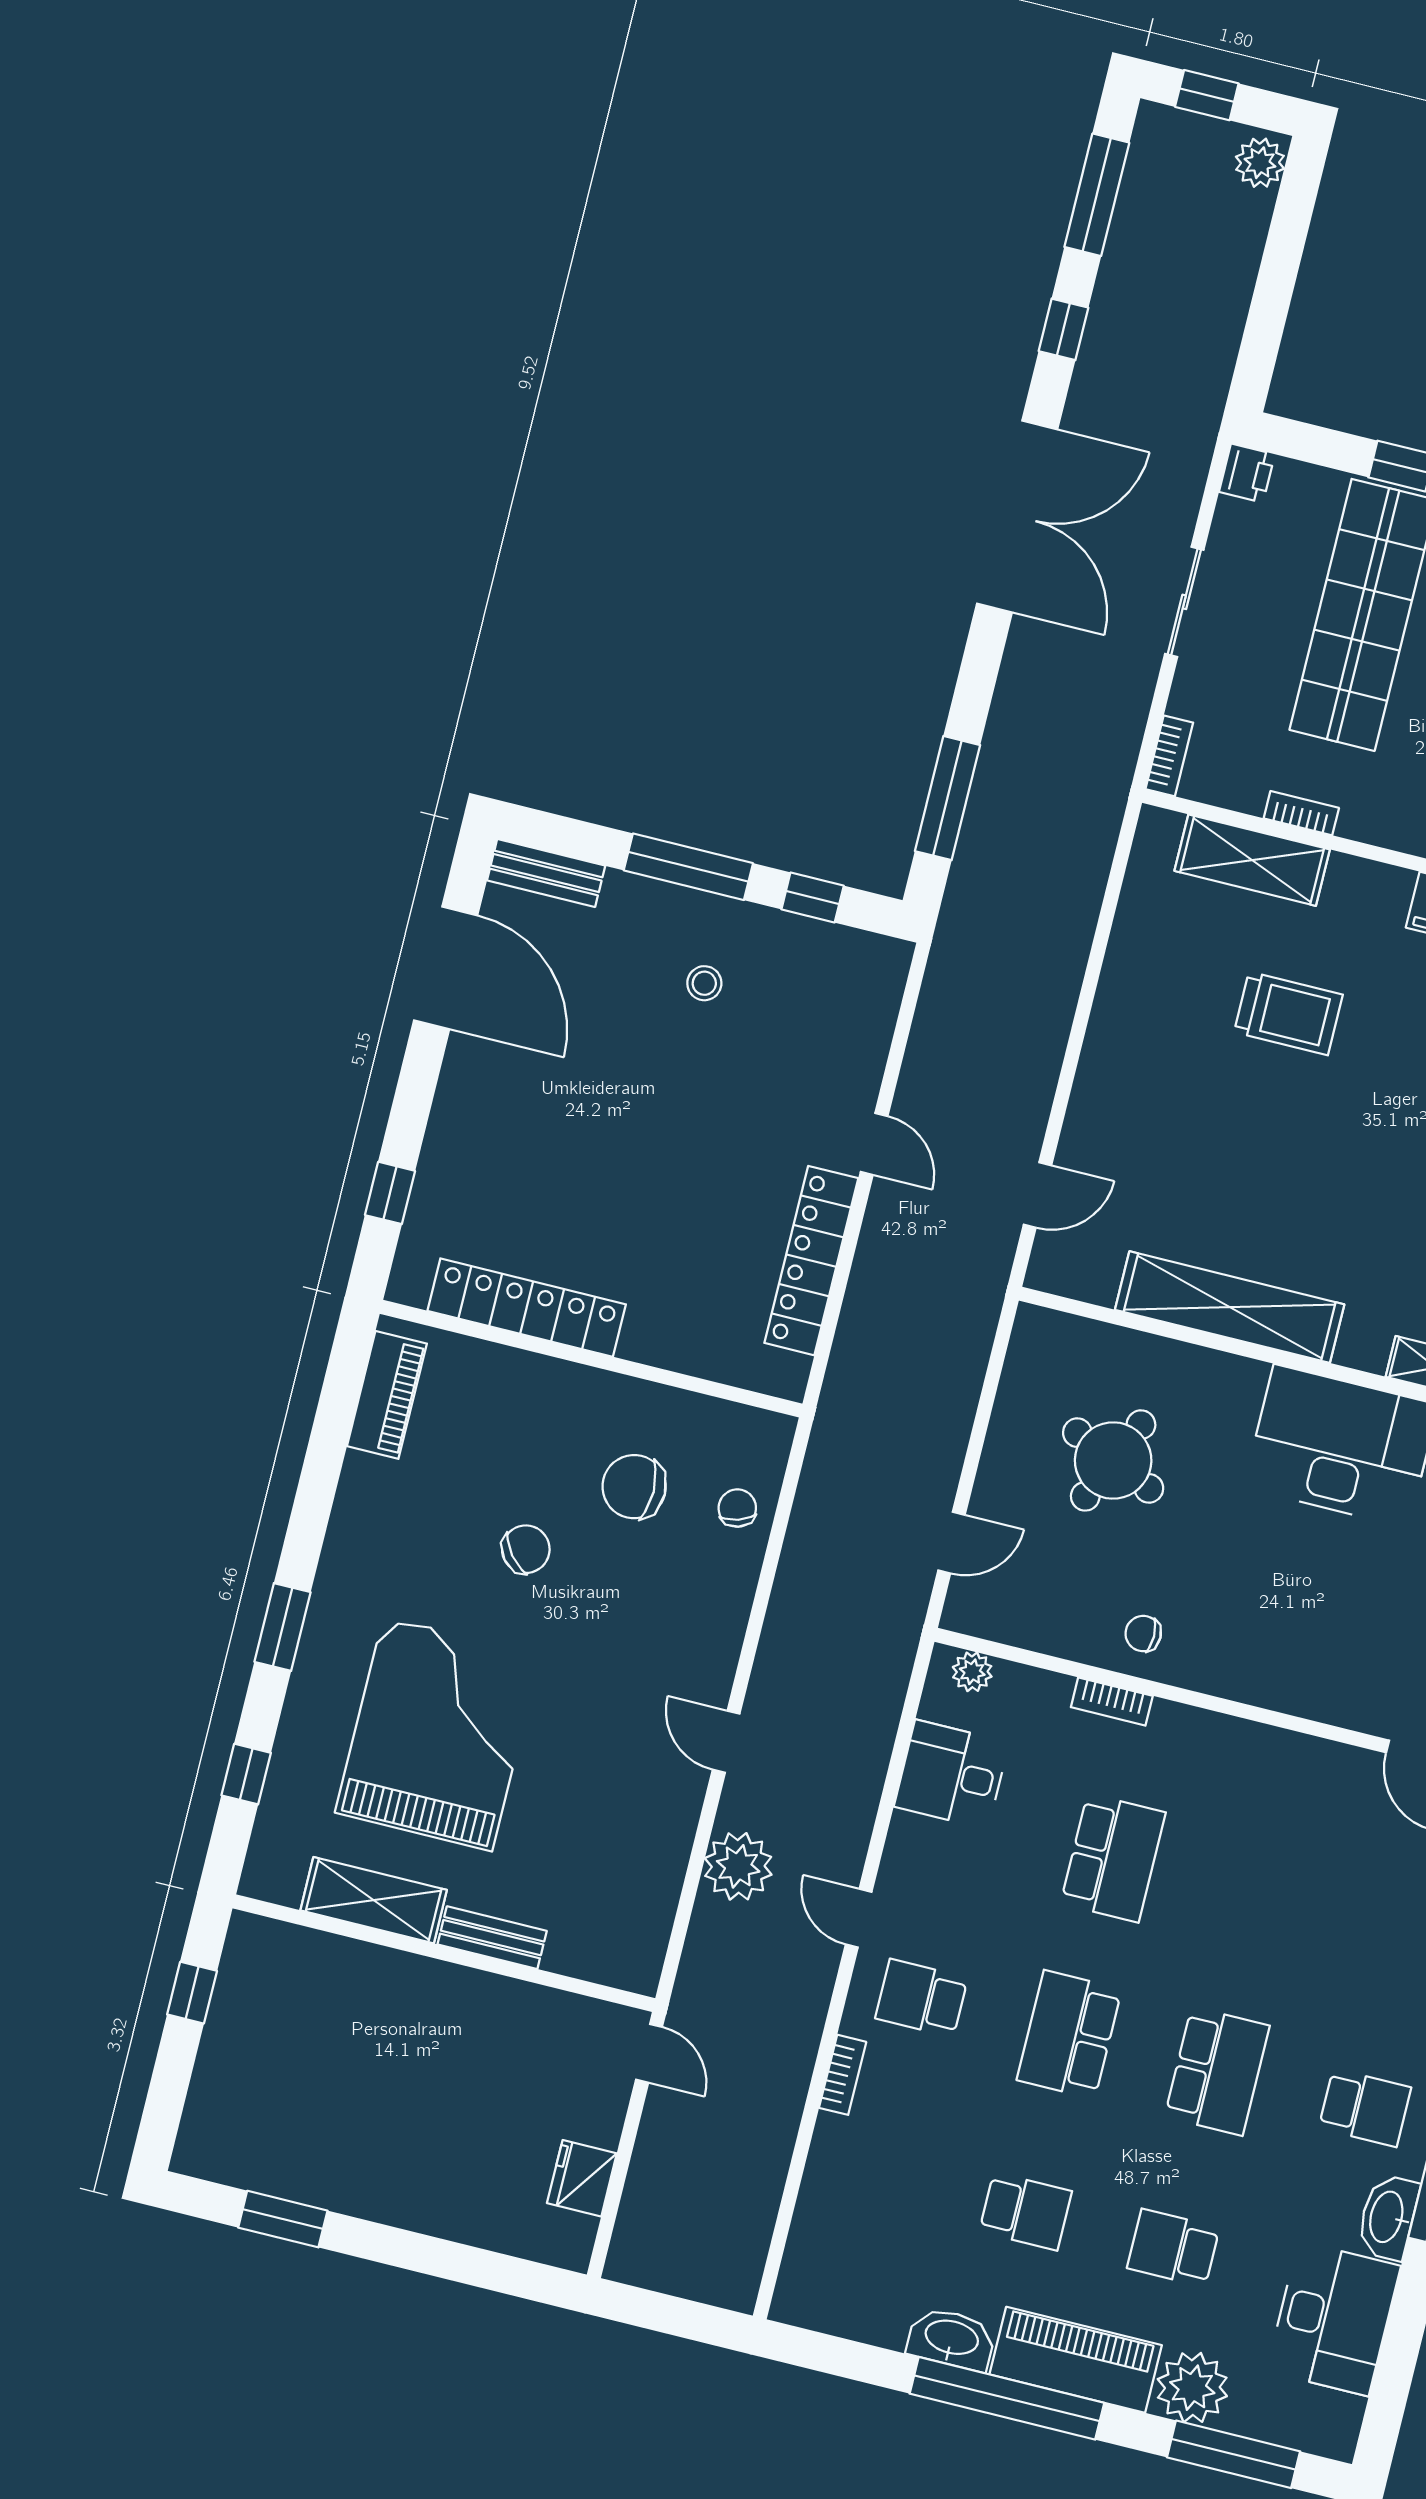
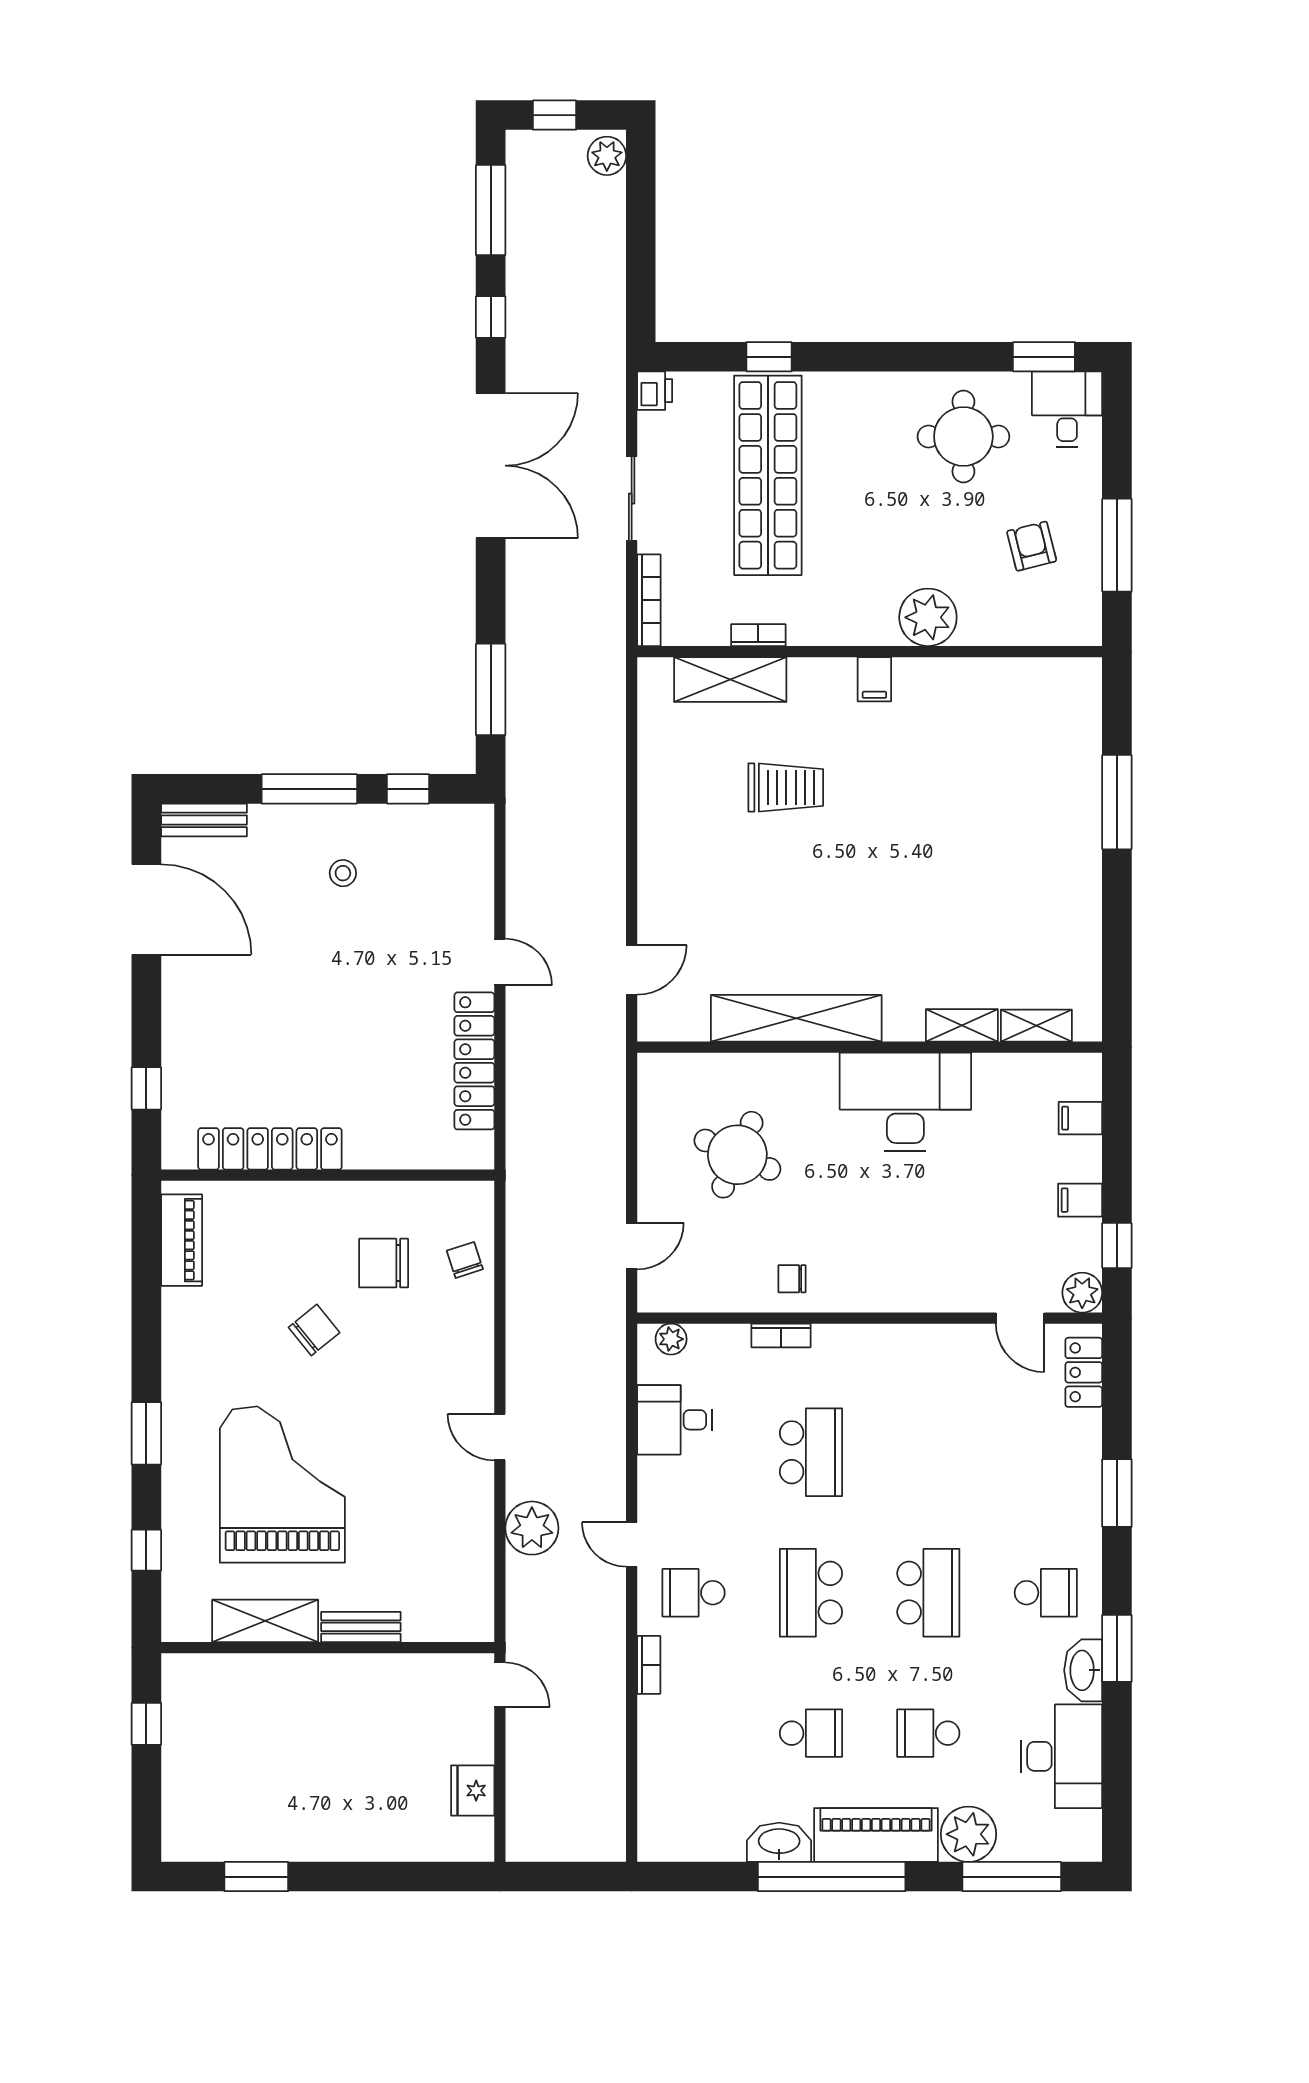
bookcase: (1169, 756) -> (649, 600), width x1.56

